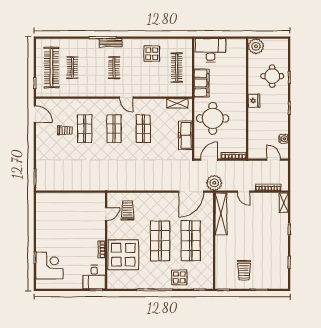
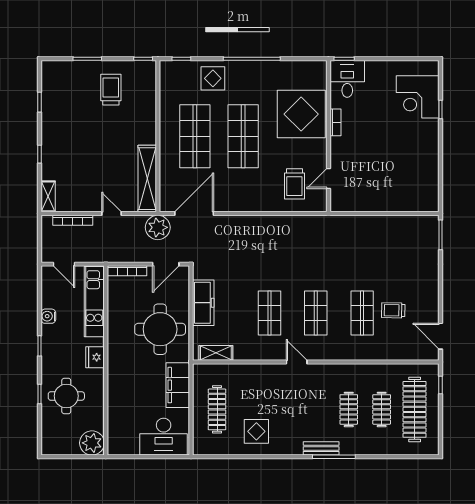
clothes rail: (114, 68) -> (349, 409), moved
kitchen unit: (254, 136) -> (94, 302), added
water cooler: (284, 139) -> (48, 316), moved

